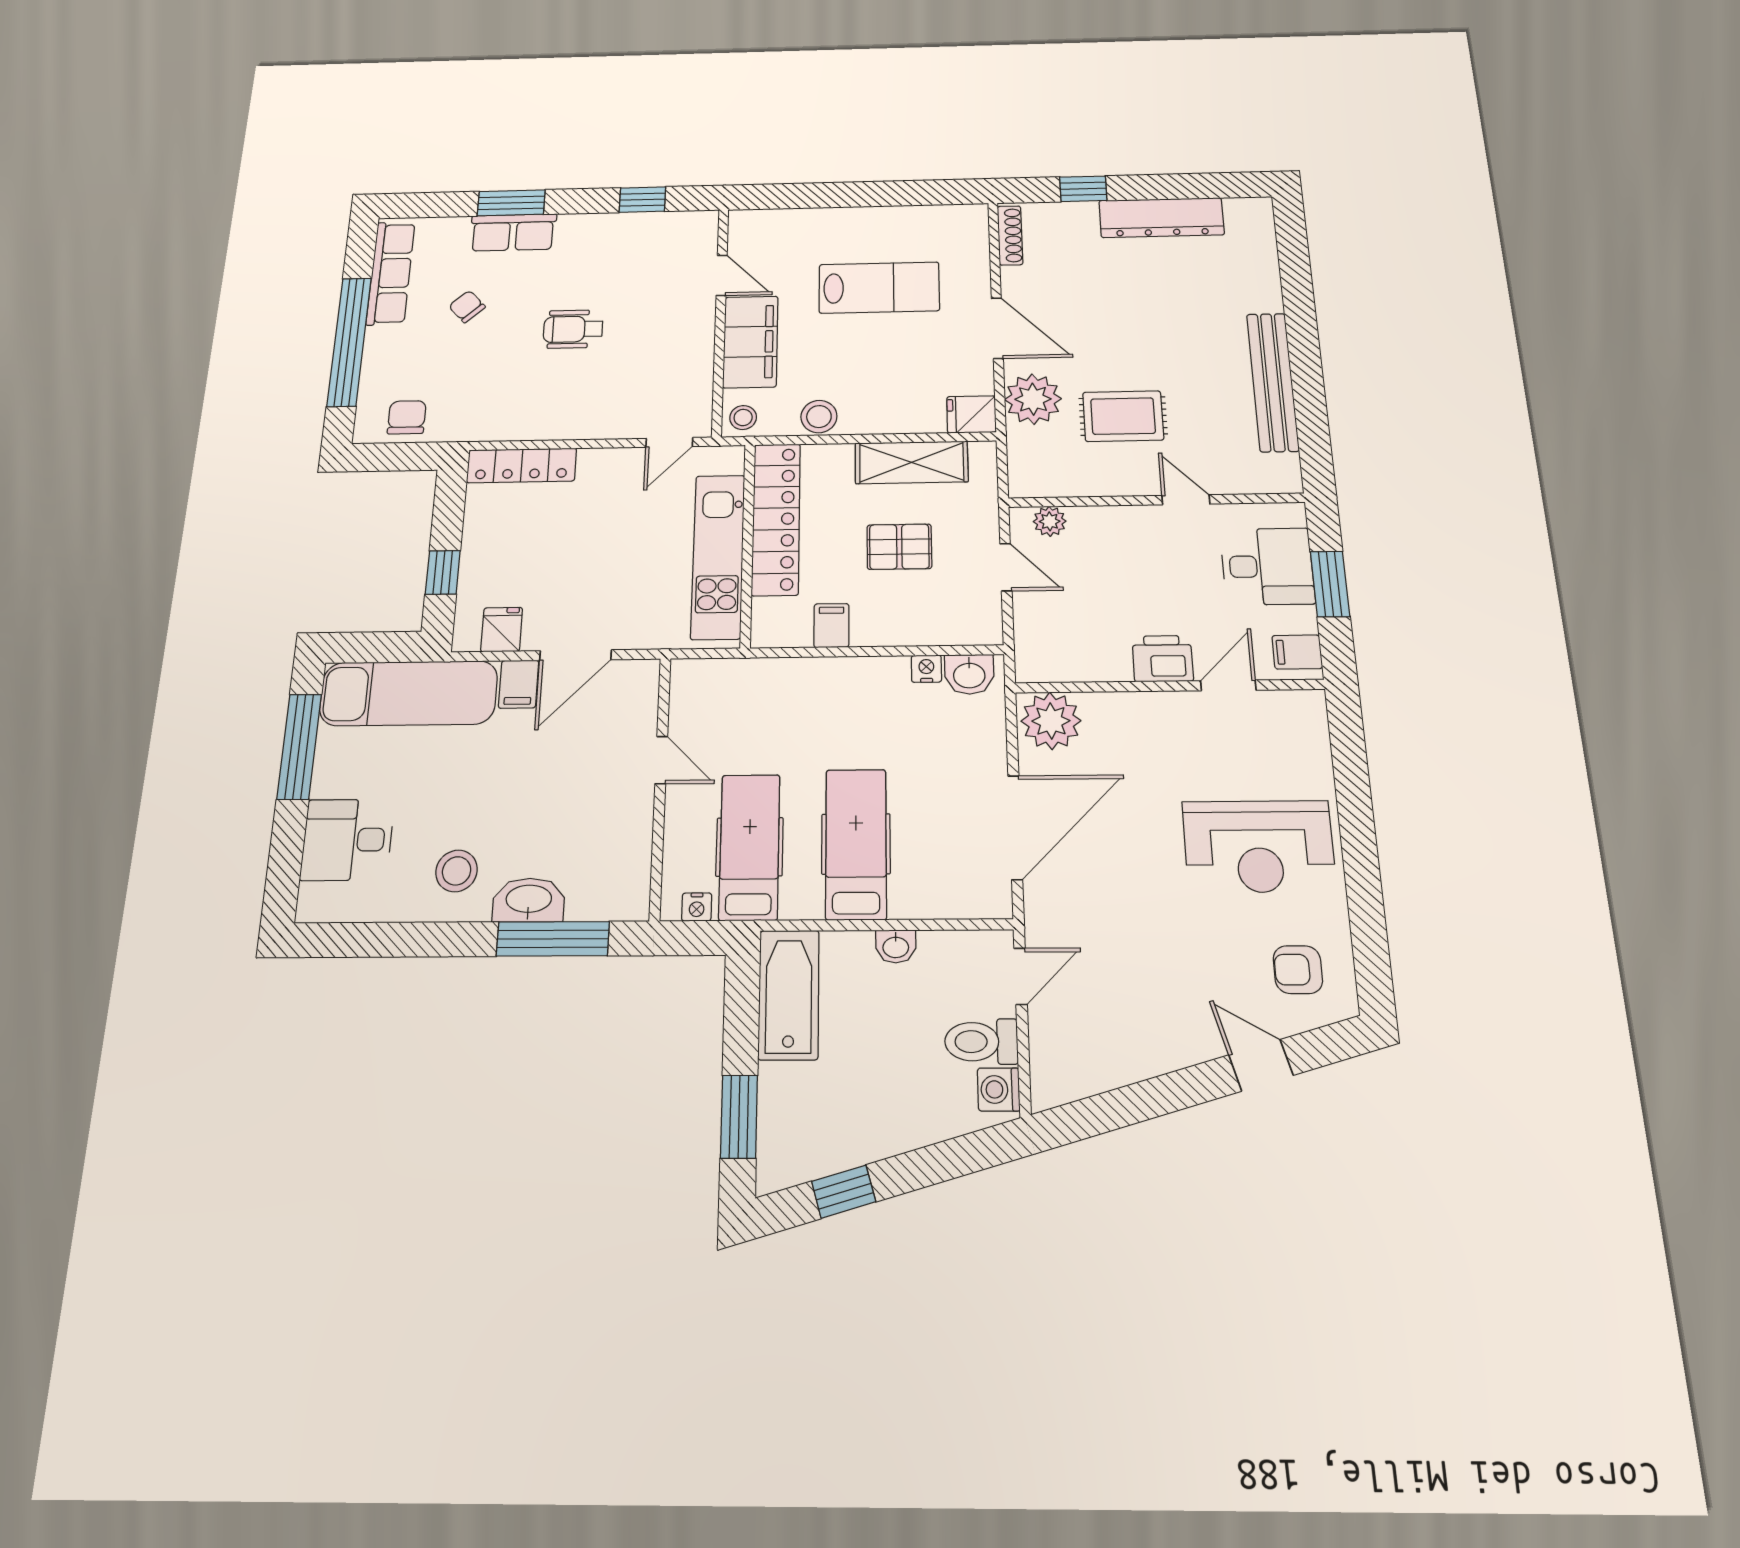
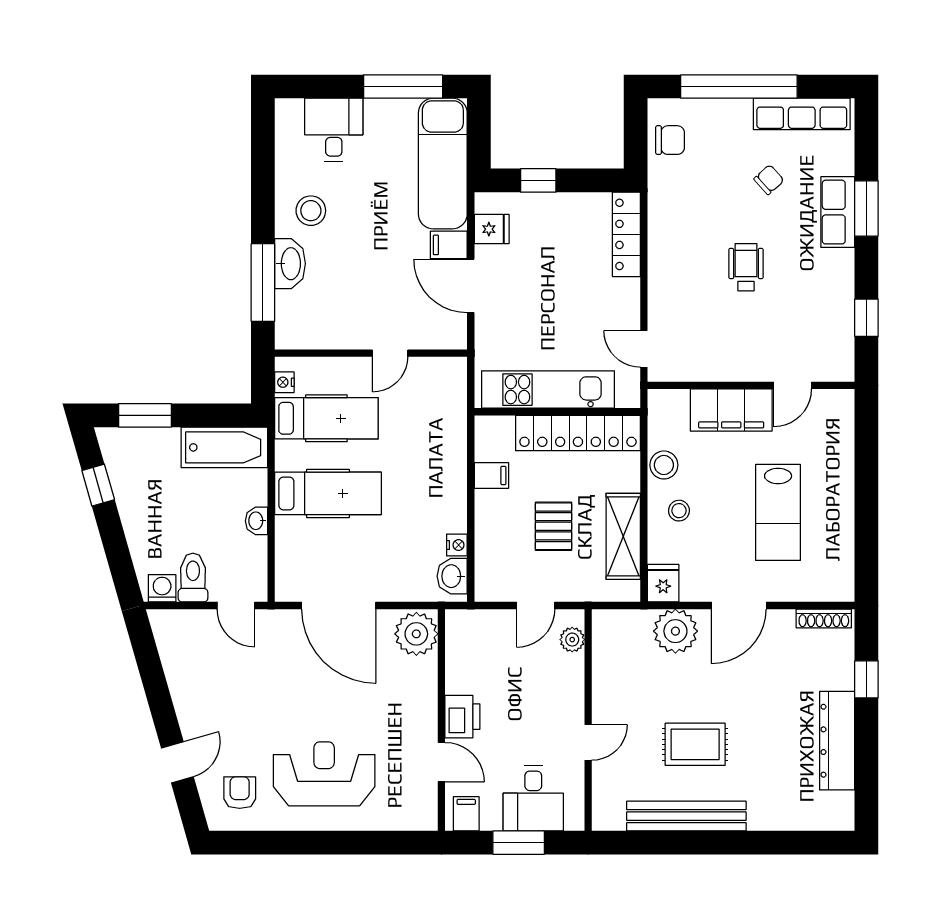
rug: (1123, 416) -> (695, 744), moved, turned 90
stool: (743, 418) -> (679, 511), moved
reception desk: (1259, 846) -> (324, 774), turned 90

